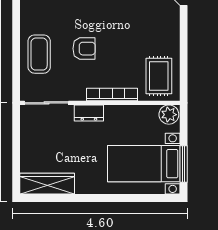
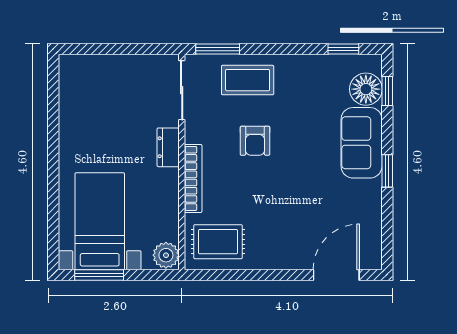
window: (16, 76) -> (218, 49), added
wardrobe: (47, 184) -> (73, 91), removed

